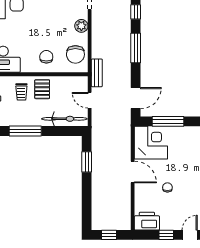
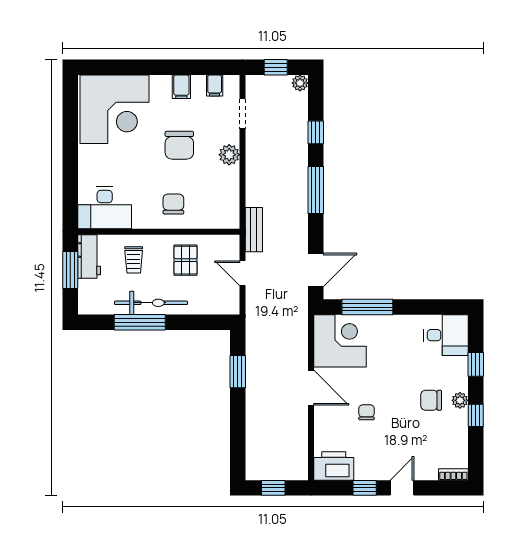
chair: (75, 54) -> (179, 145), moved
pallet: (42, 89) -> (185, 260), moved
bicycle: (64, 119) -> (151, 303), moved

